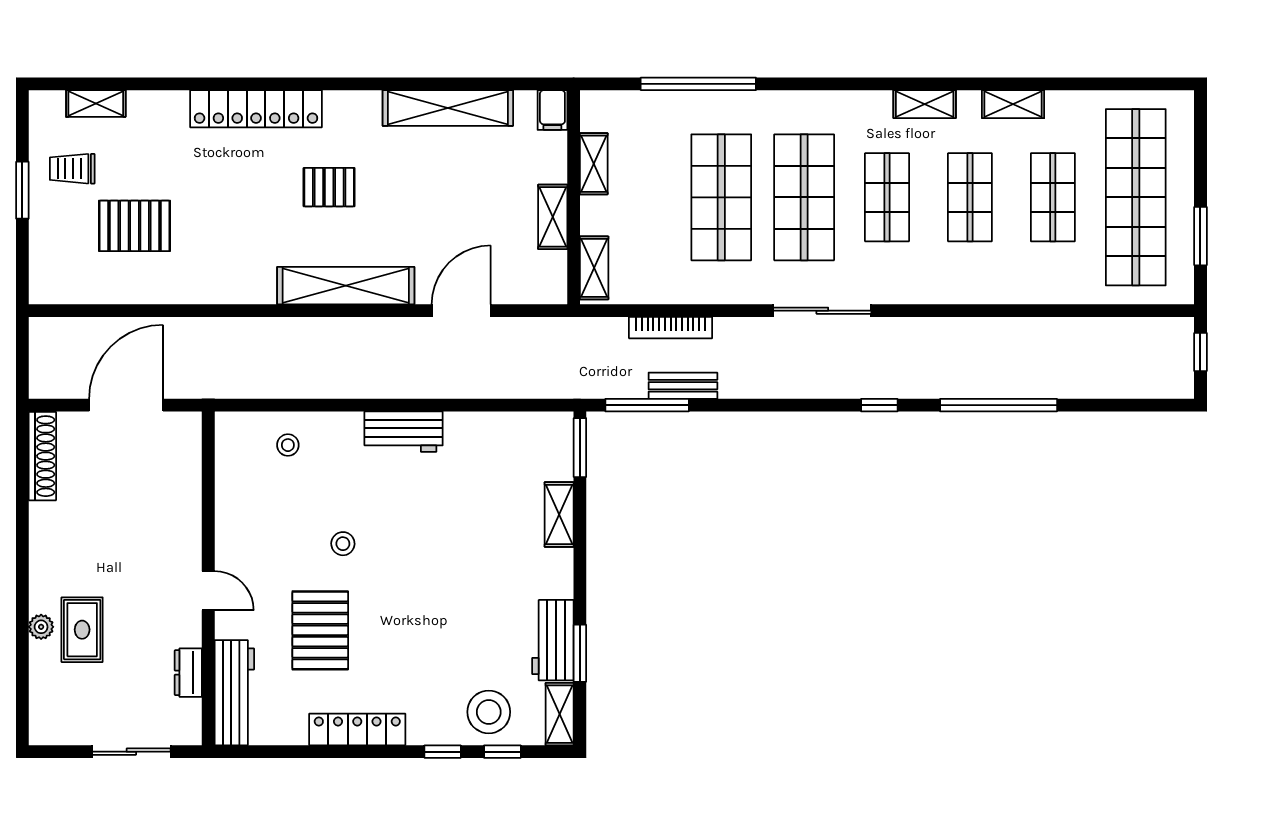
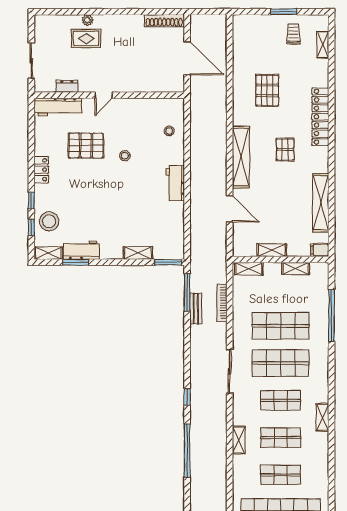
shelving: (1013, 104) -> (239, 440), moved
pallet: (135, 226) -> (267, 90), moved
locker: (357, 729) -> (41, 170), width x0.66

